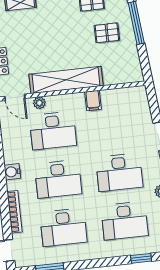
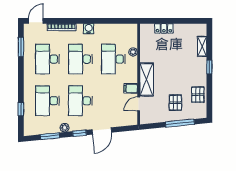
shelving: (66, 80) -> (147, 79), width x0.68
door: (15, 97) -> (139, 104), moved

